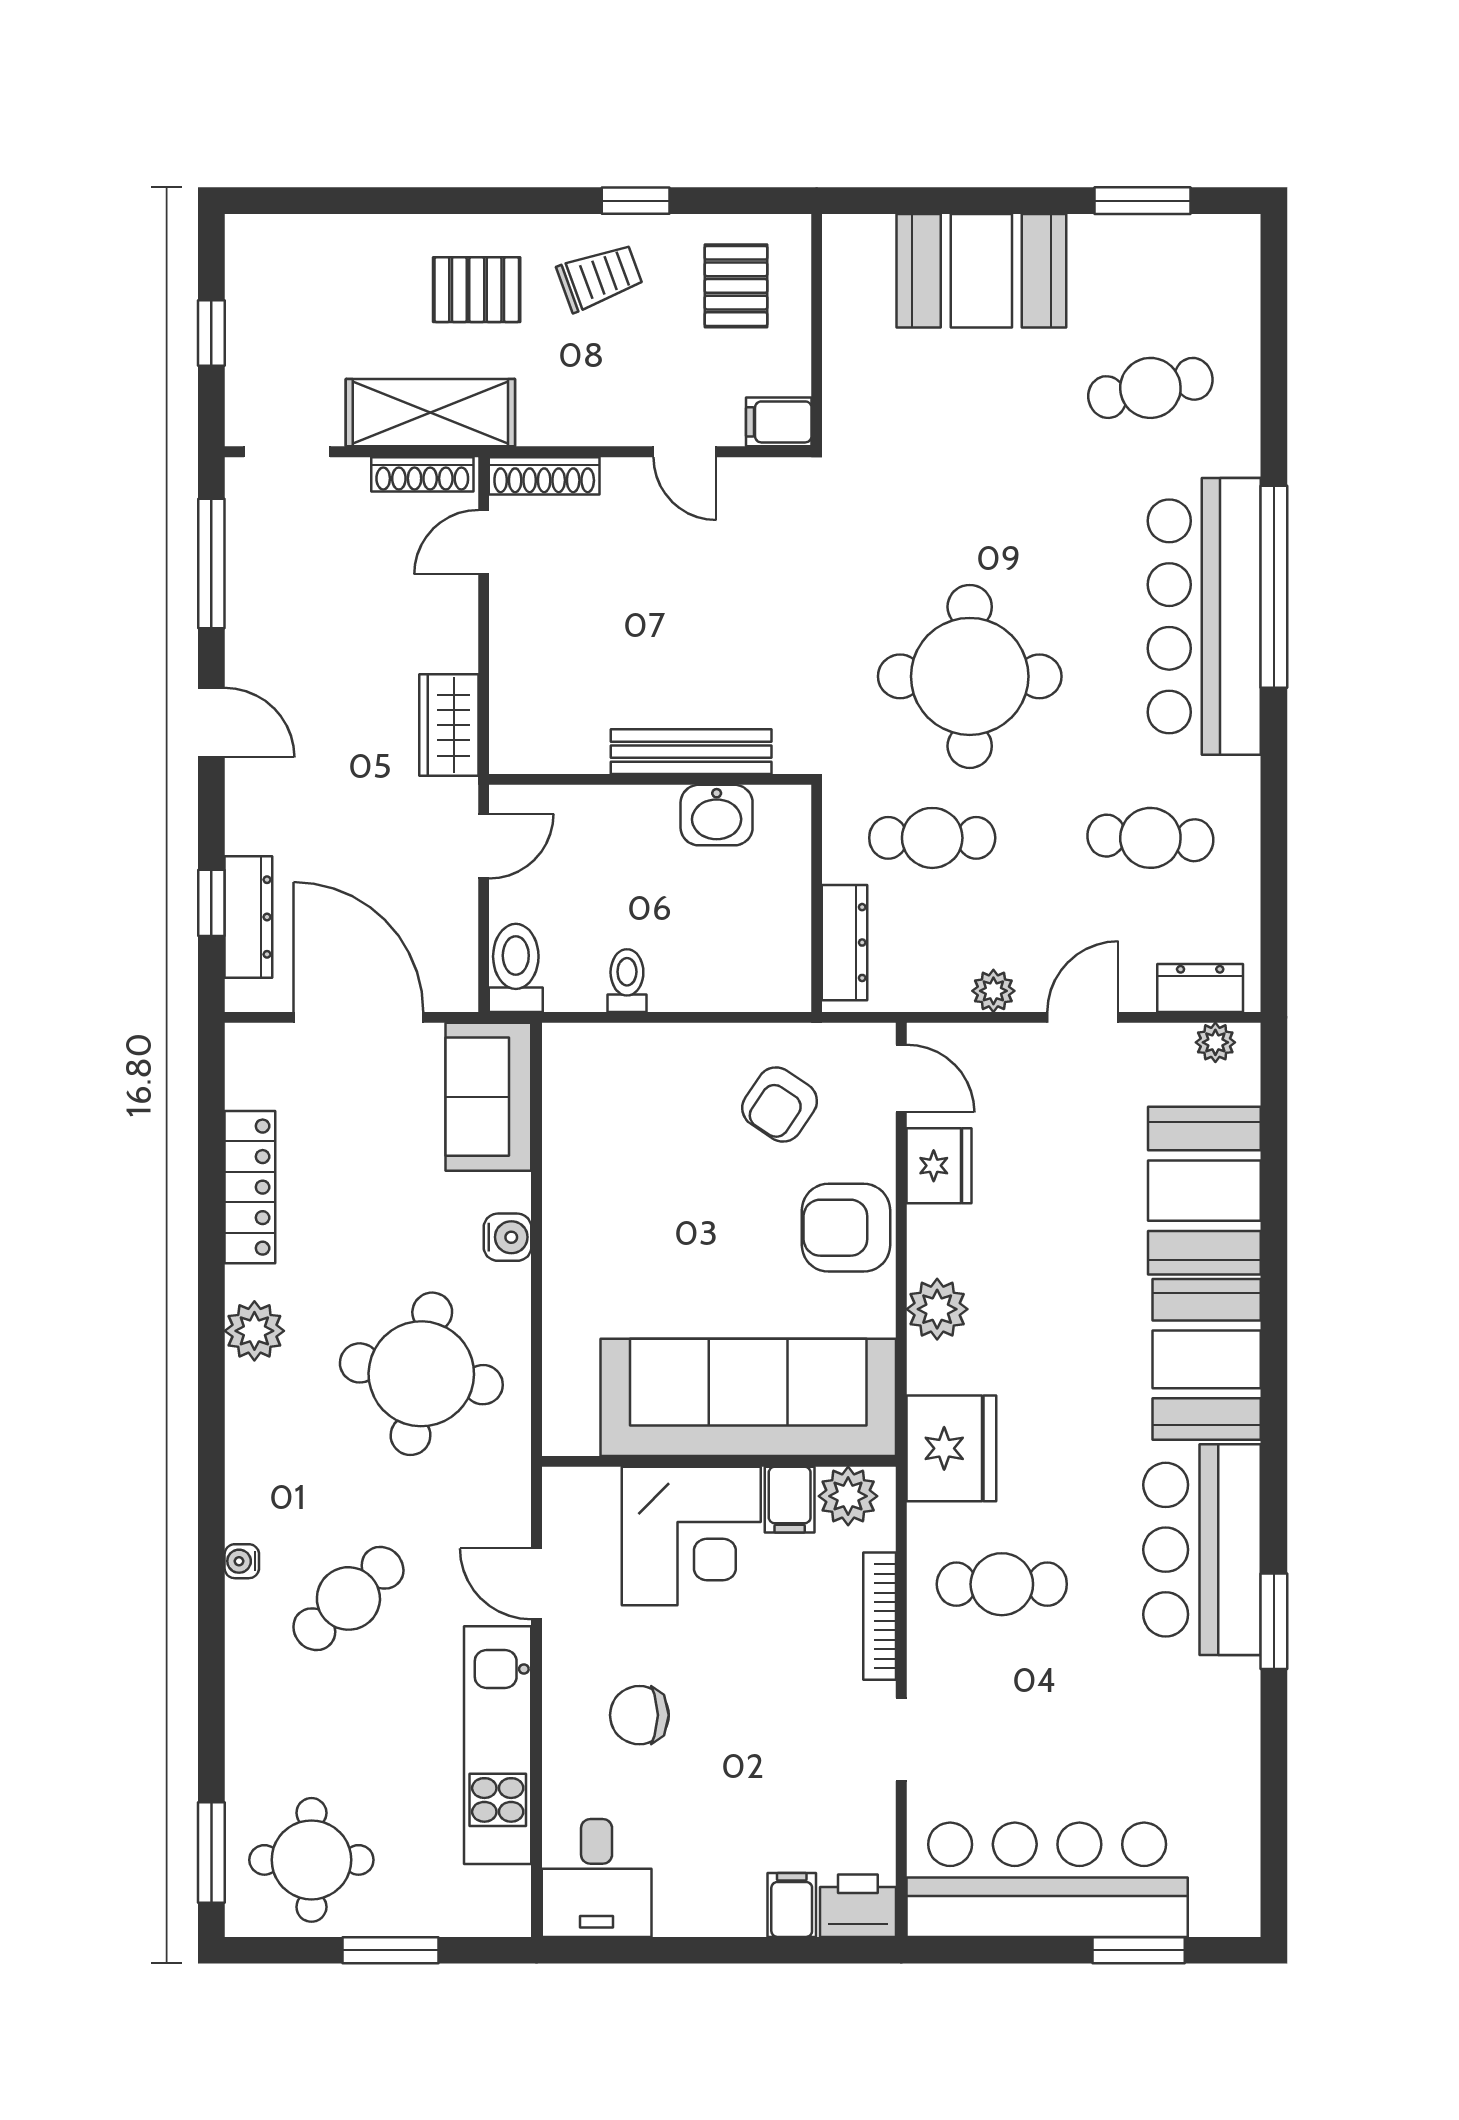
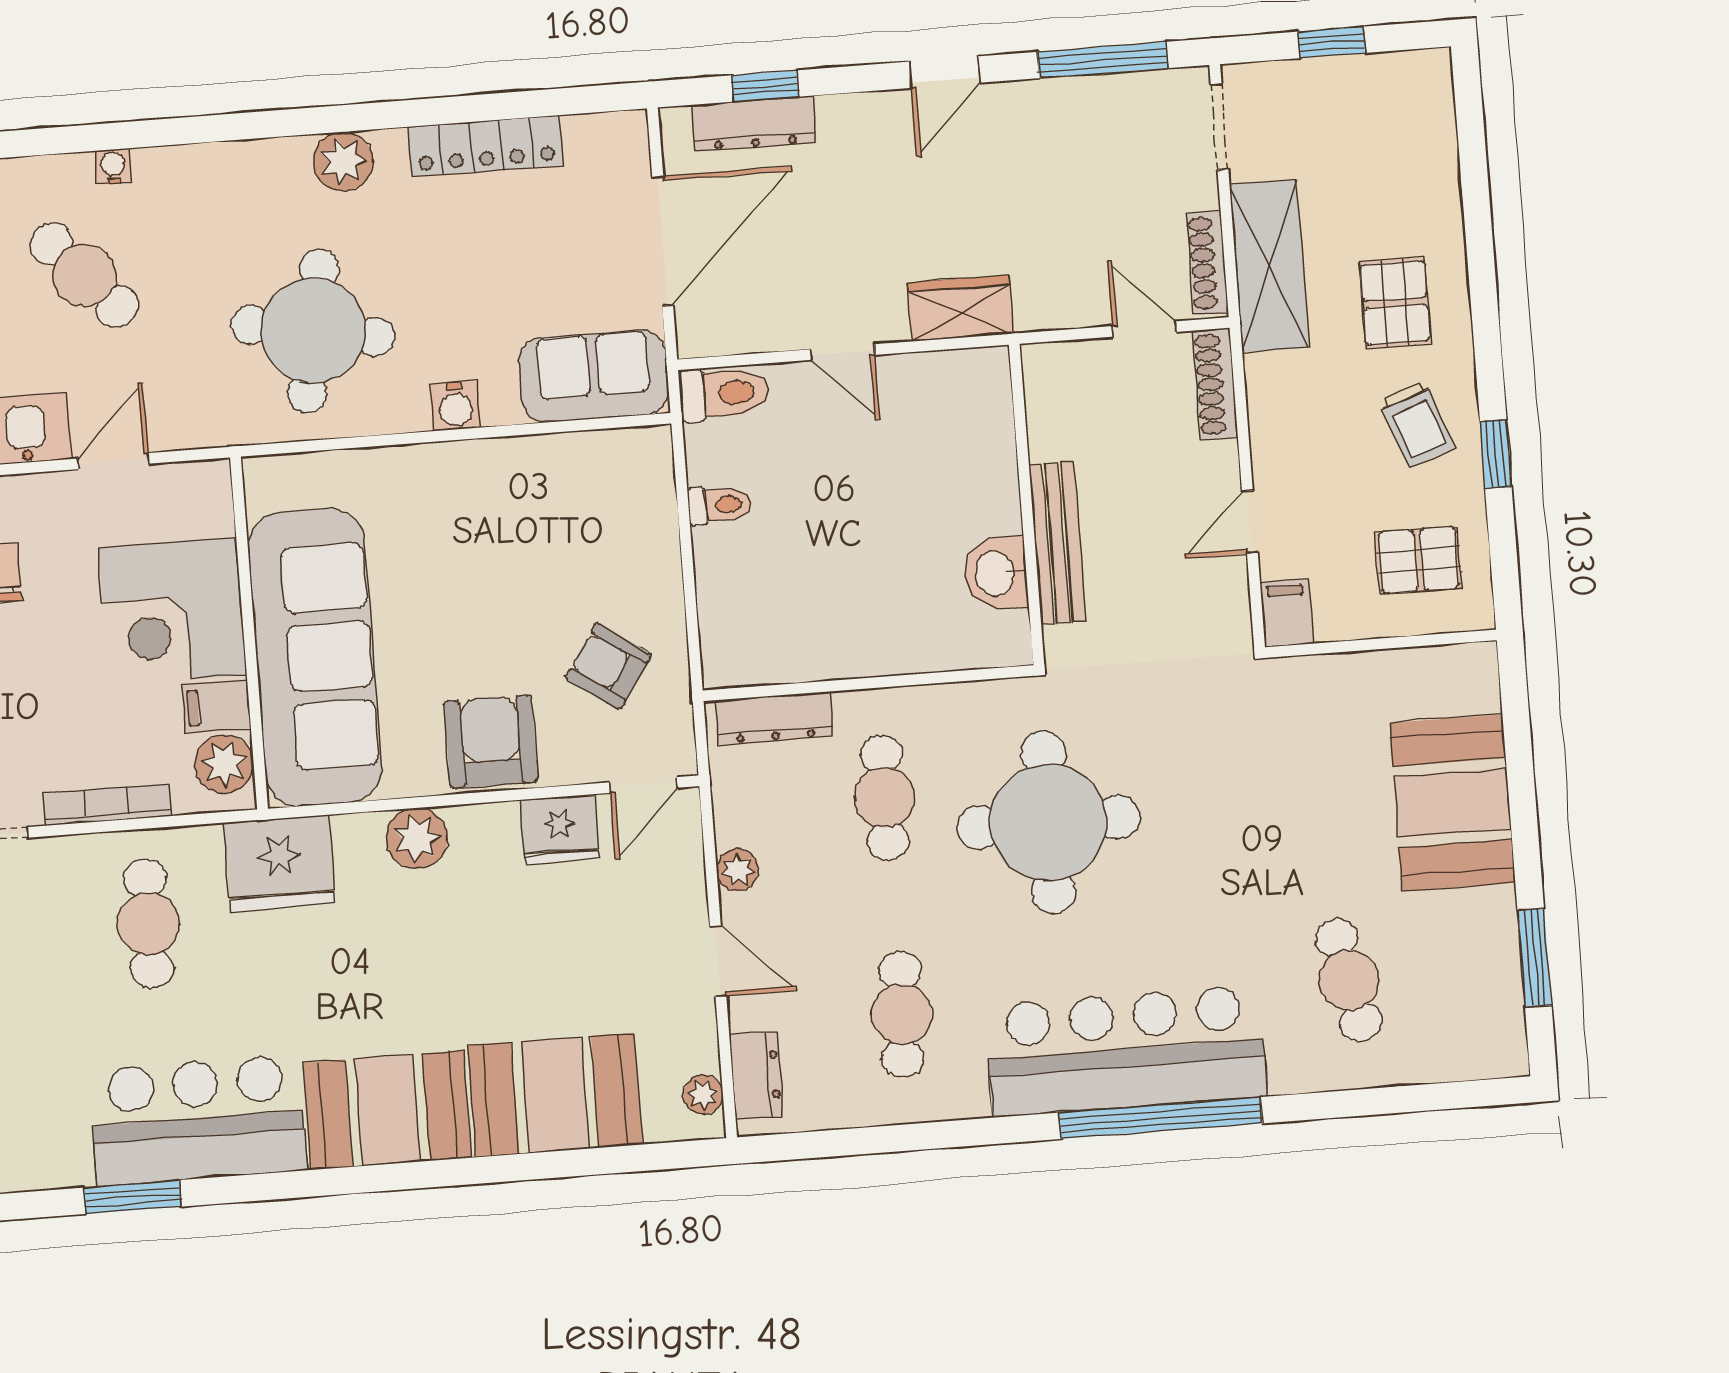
bench: (691, 752) -> (1057, 543), moved
wall: (650, 779) -> (1027, 505), moved
washbasin: (717, 815) -> (996, 573), moved

